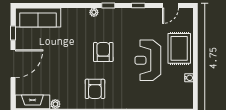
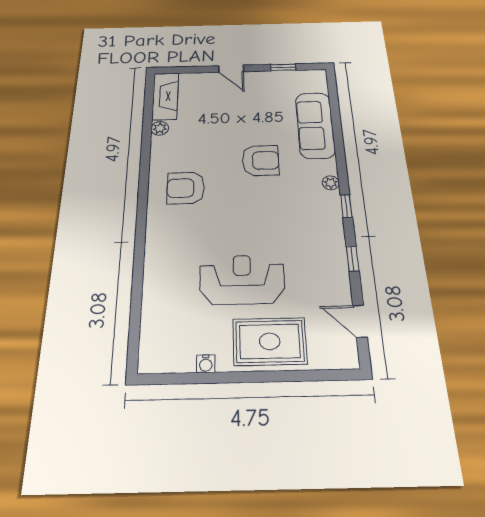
sofa: (38, 17) -> (315, 125), moved
armchair: (103, 52) -> (261, 160), moved
door: (13, 64) -> (231, 69), width x0.53

